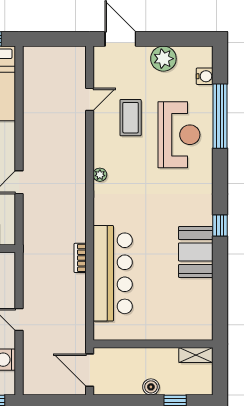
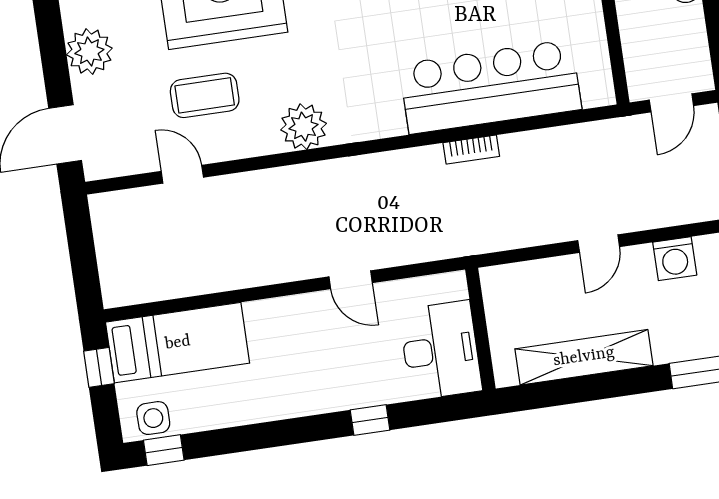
plant: (100, 175) -> (304, 127), width x1.88, depth x1.88
door: (90, 370) -> (671, 103), width x0.73

